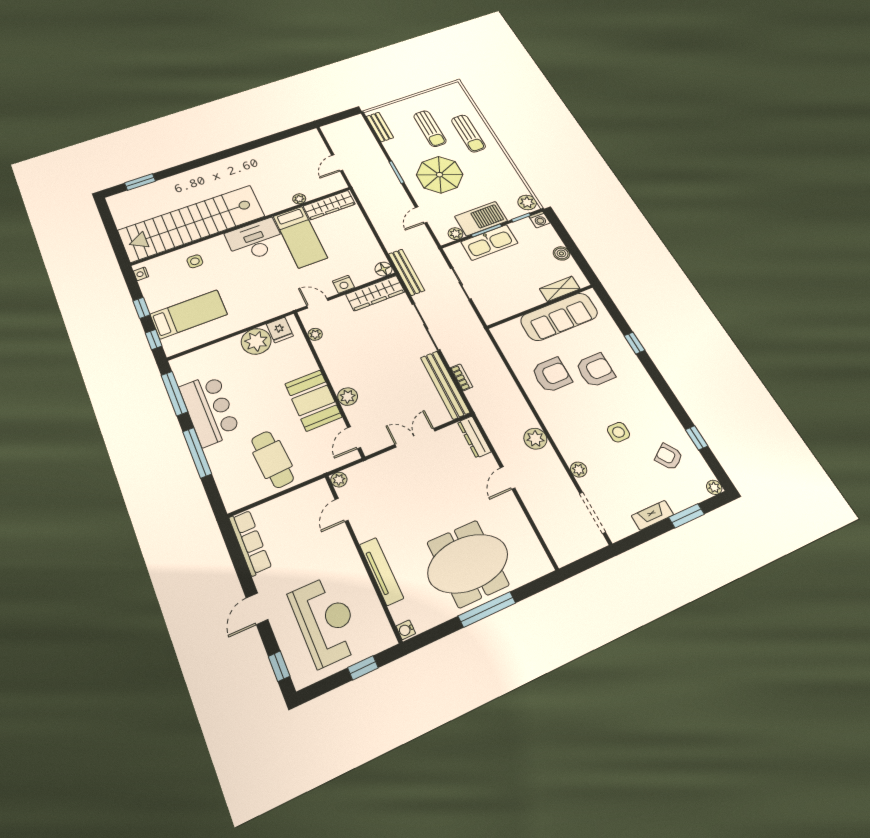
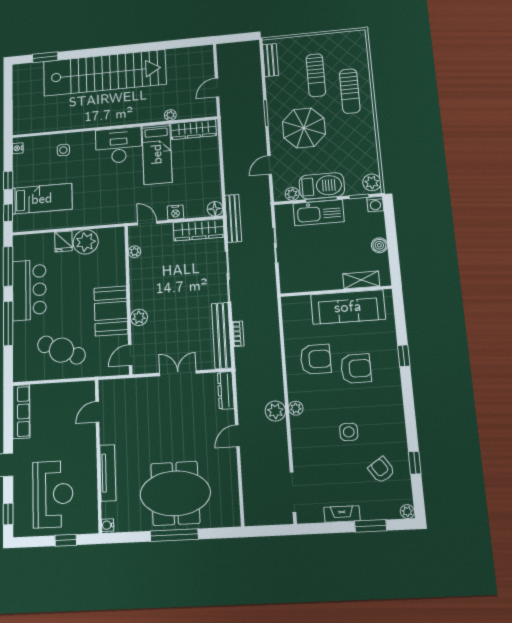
stairs: (192, 223) -> (104, 73), moved, turned 180
fridge: (280, 330) -> (63, 241), moved
cafe table: (272, 459) -> (61, 350), turned -63
plant: (579, 470) -> (296, 408), moved
plant: (339, 480) -> (105, 386), removed

